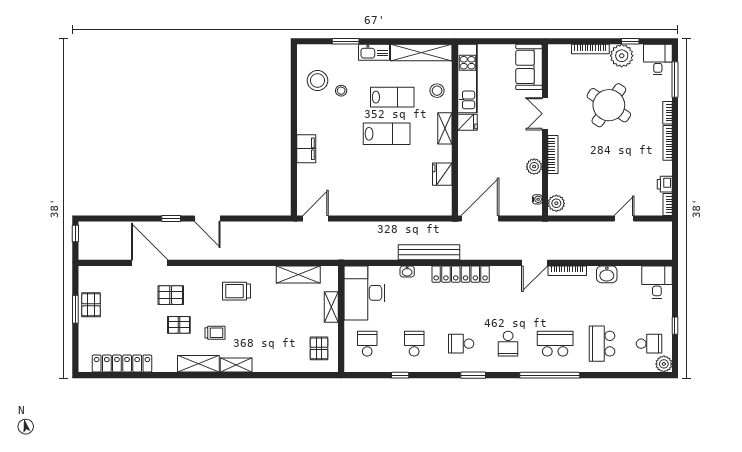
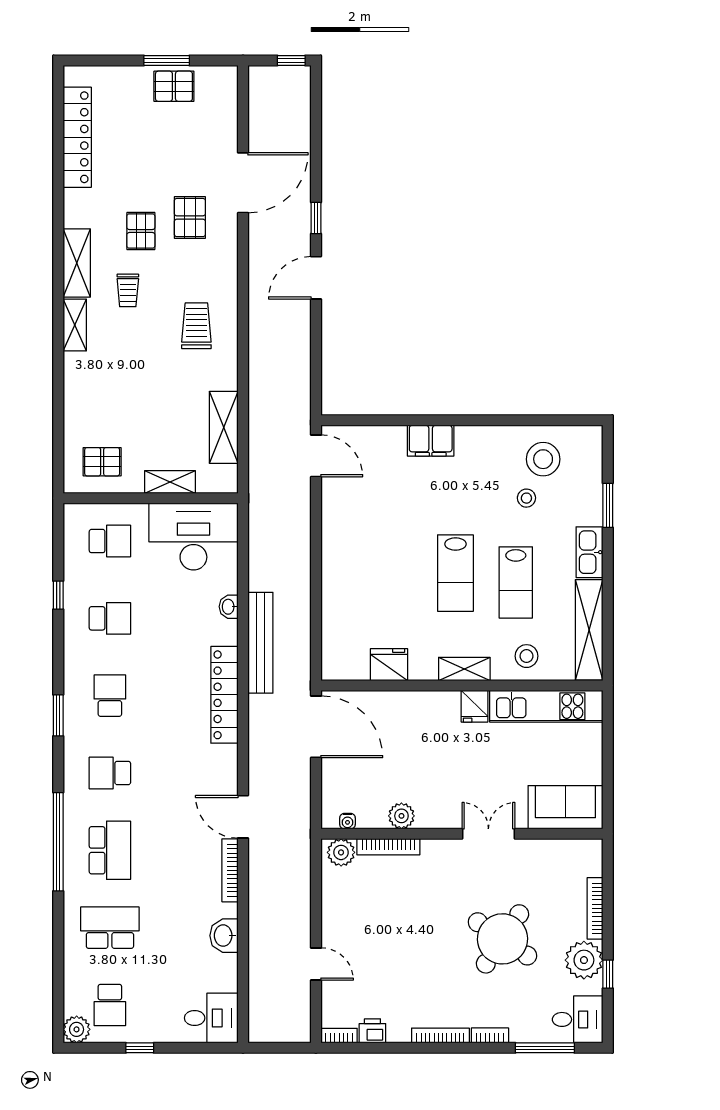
bookcase: (553, 154) -> (388, 847), moved

